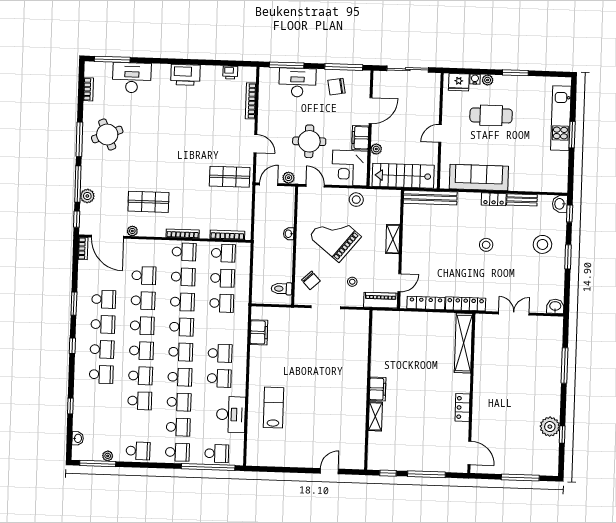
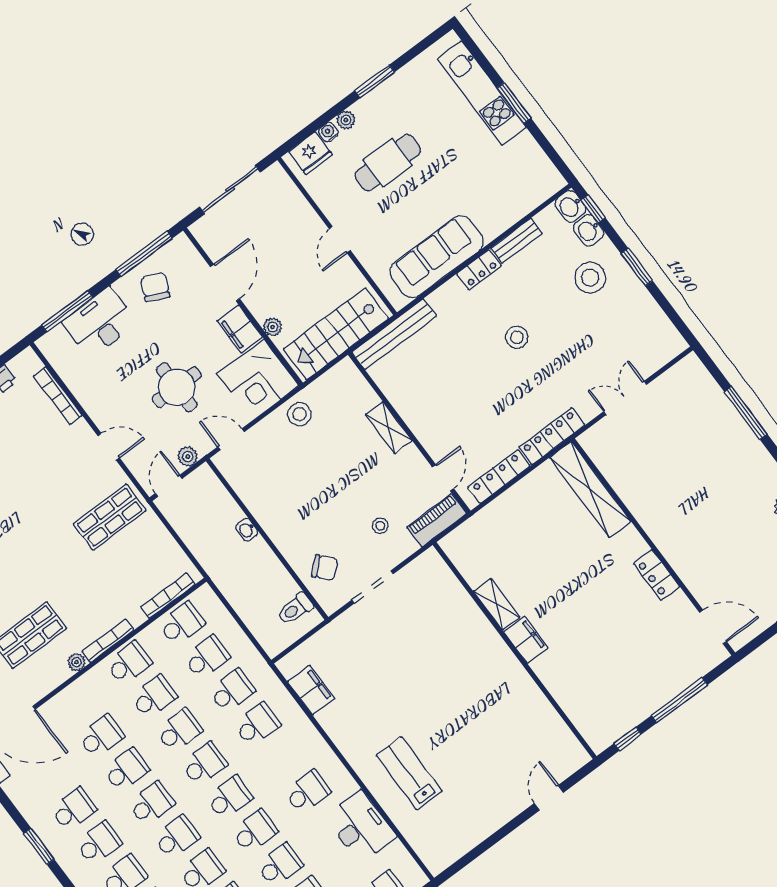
chair: (337, 87) -> (155, 287), turned 125
plant: (132, 231) -> (77, 662), moved
grand piano: (335, 237) -> (310, 485), removed
washbasin: (555, 306) -> (589, 230), moved, turned -90
school desk: (220, 353) -> (257, 725), moved
shelving: (375, 416) -> (497, 604), moved

